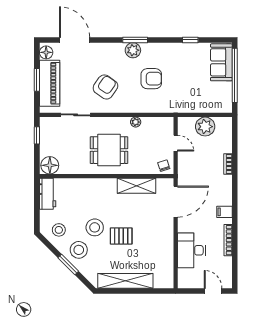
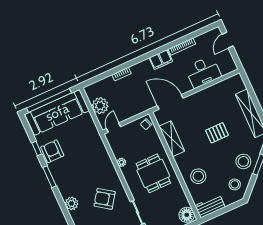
window: (135, 40) -> (50, 177), moved
plant: (133, 50) -> (72, 203), moved
sofa: (221, 62) -> (57, 112), width x1.85, depth x1.27
armchair: (151, 79) -> (52, 151), moved
door: (176, 143) -> (114, 128), moved
filing cabinet: (224, 212) -> (161, 60), width x2.00
stool: (95, 227) -> (198, 176), moved
pallet: (121, 236) -> (217, 133), turned 90

